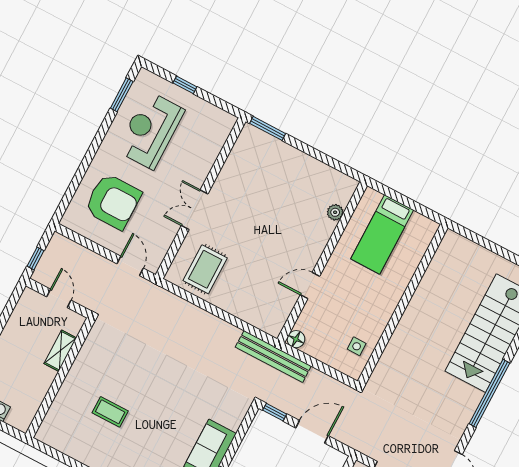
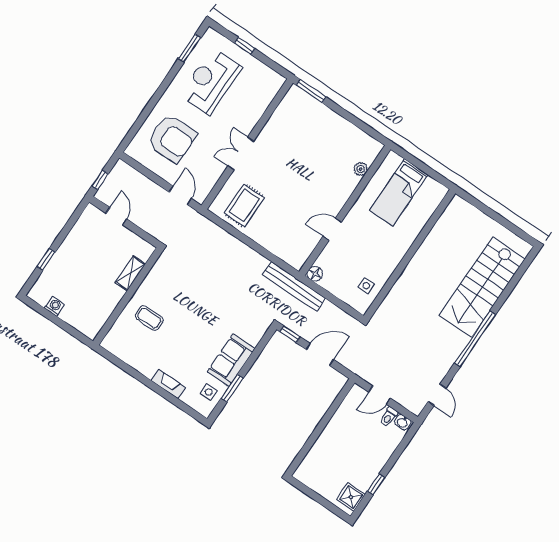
shelving: (60, 351) -> (130, 273), moved
wall: (60, 378) -> (128, 296), moved

